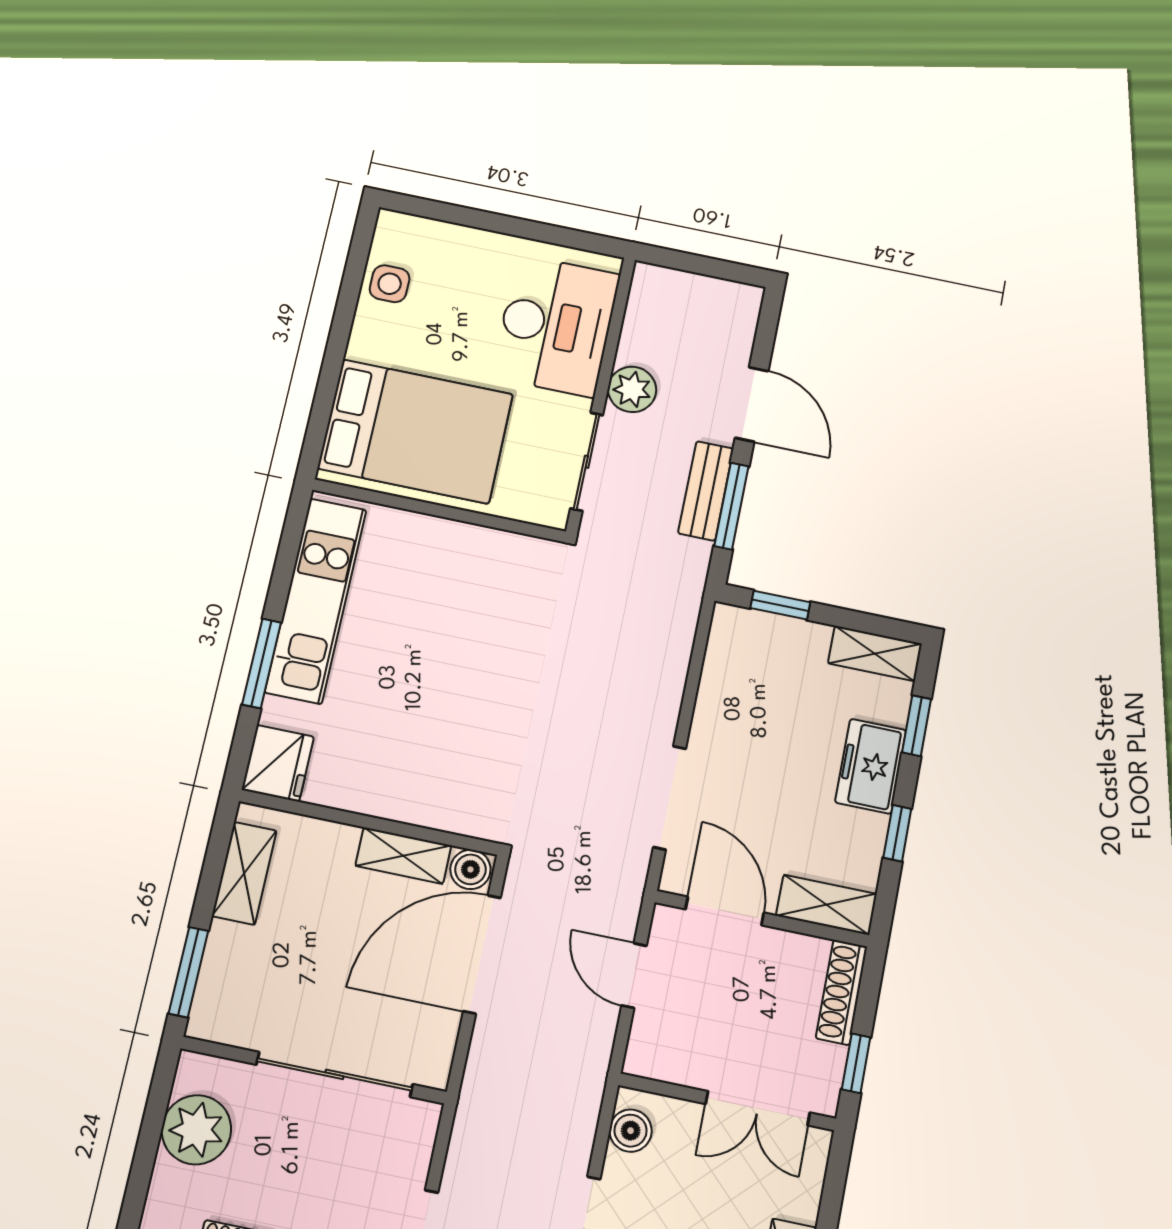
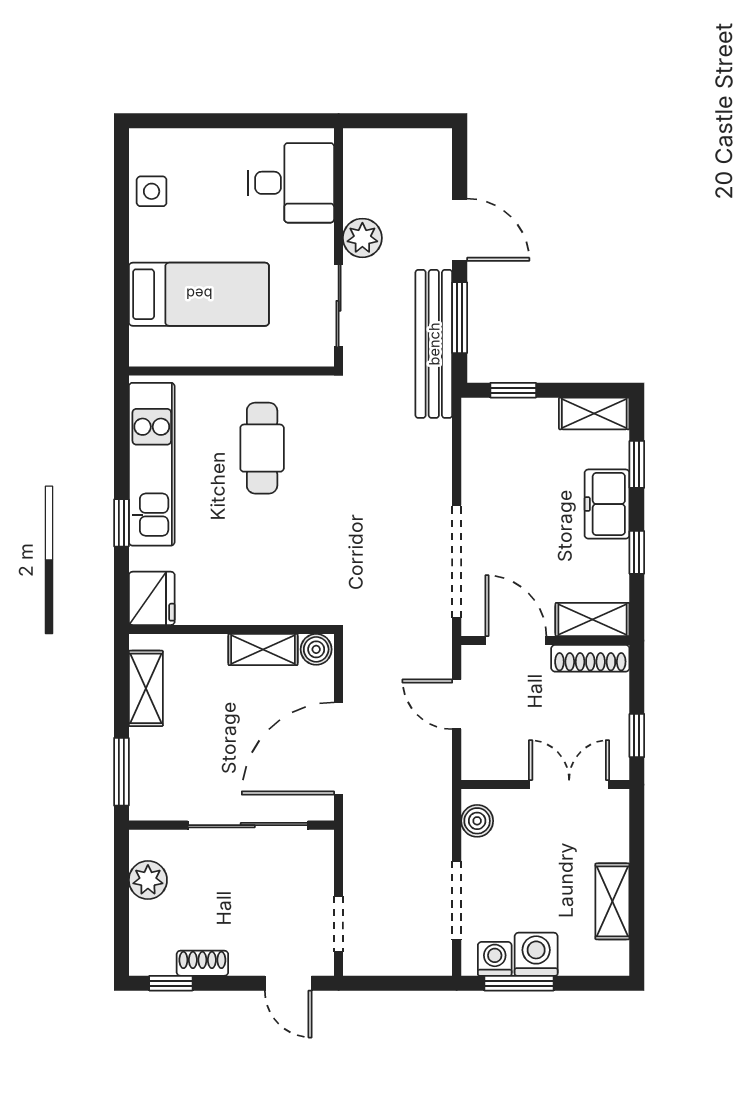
desk: (556, 326) -> (291, 183), width x0.73
bed: (415, 431) -> (199, 294), width x0.67
bench: (706, 491) -> (434, 344), width x1.86, depth x1.21
cafe table: (456, 610) -> (262, 448), added
window: (262, 663) -> (121, 523), width x0.67
doorway: (670, 798) -> (457, 562), width x1.36
door: (482, 954) -> (339, 748), moved
shoe rack: (842, 992) -> (590, 658), moved, turned -90
double door: (758, 1108) -> (569, 785), swing flipped
plant: (196, 1130) -> (148, 880), width x0.73, depth x0.73

